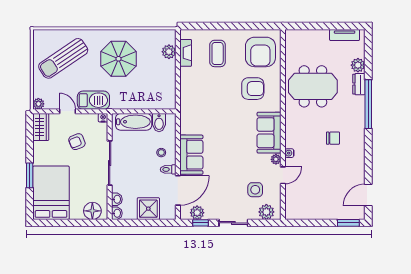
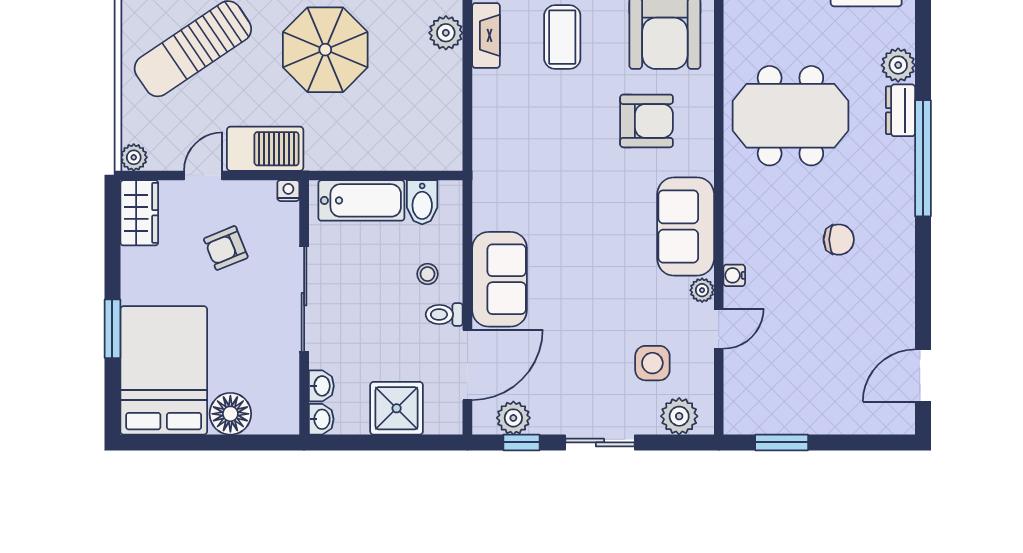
door: (68, 111) -> (203, 175), hinge flipped
floor lamp: (92, 211) -> (230, 414), moved
window: (348, 223) -> (782, 442), moved

